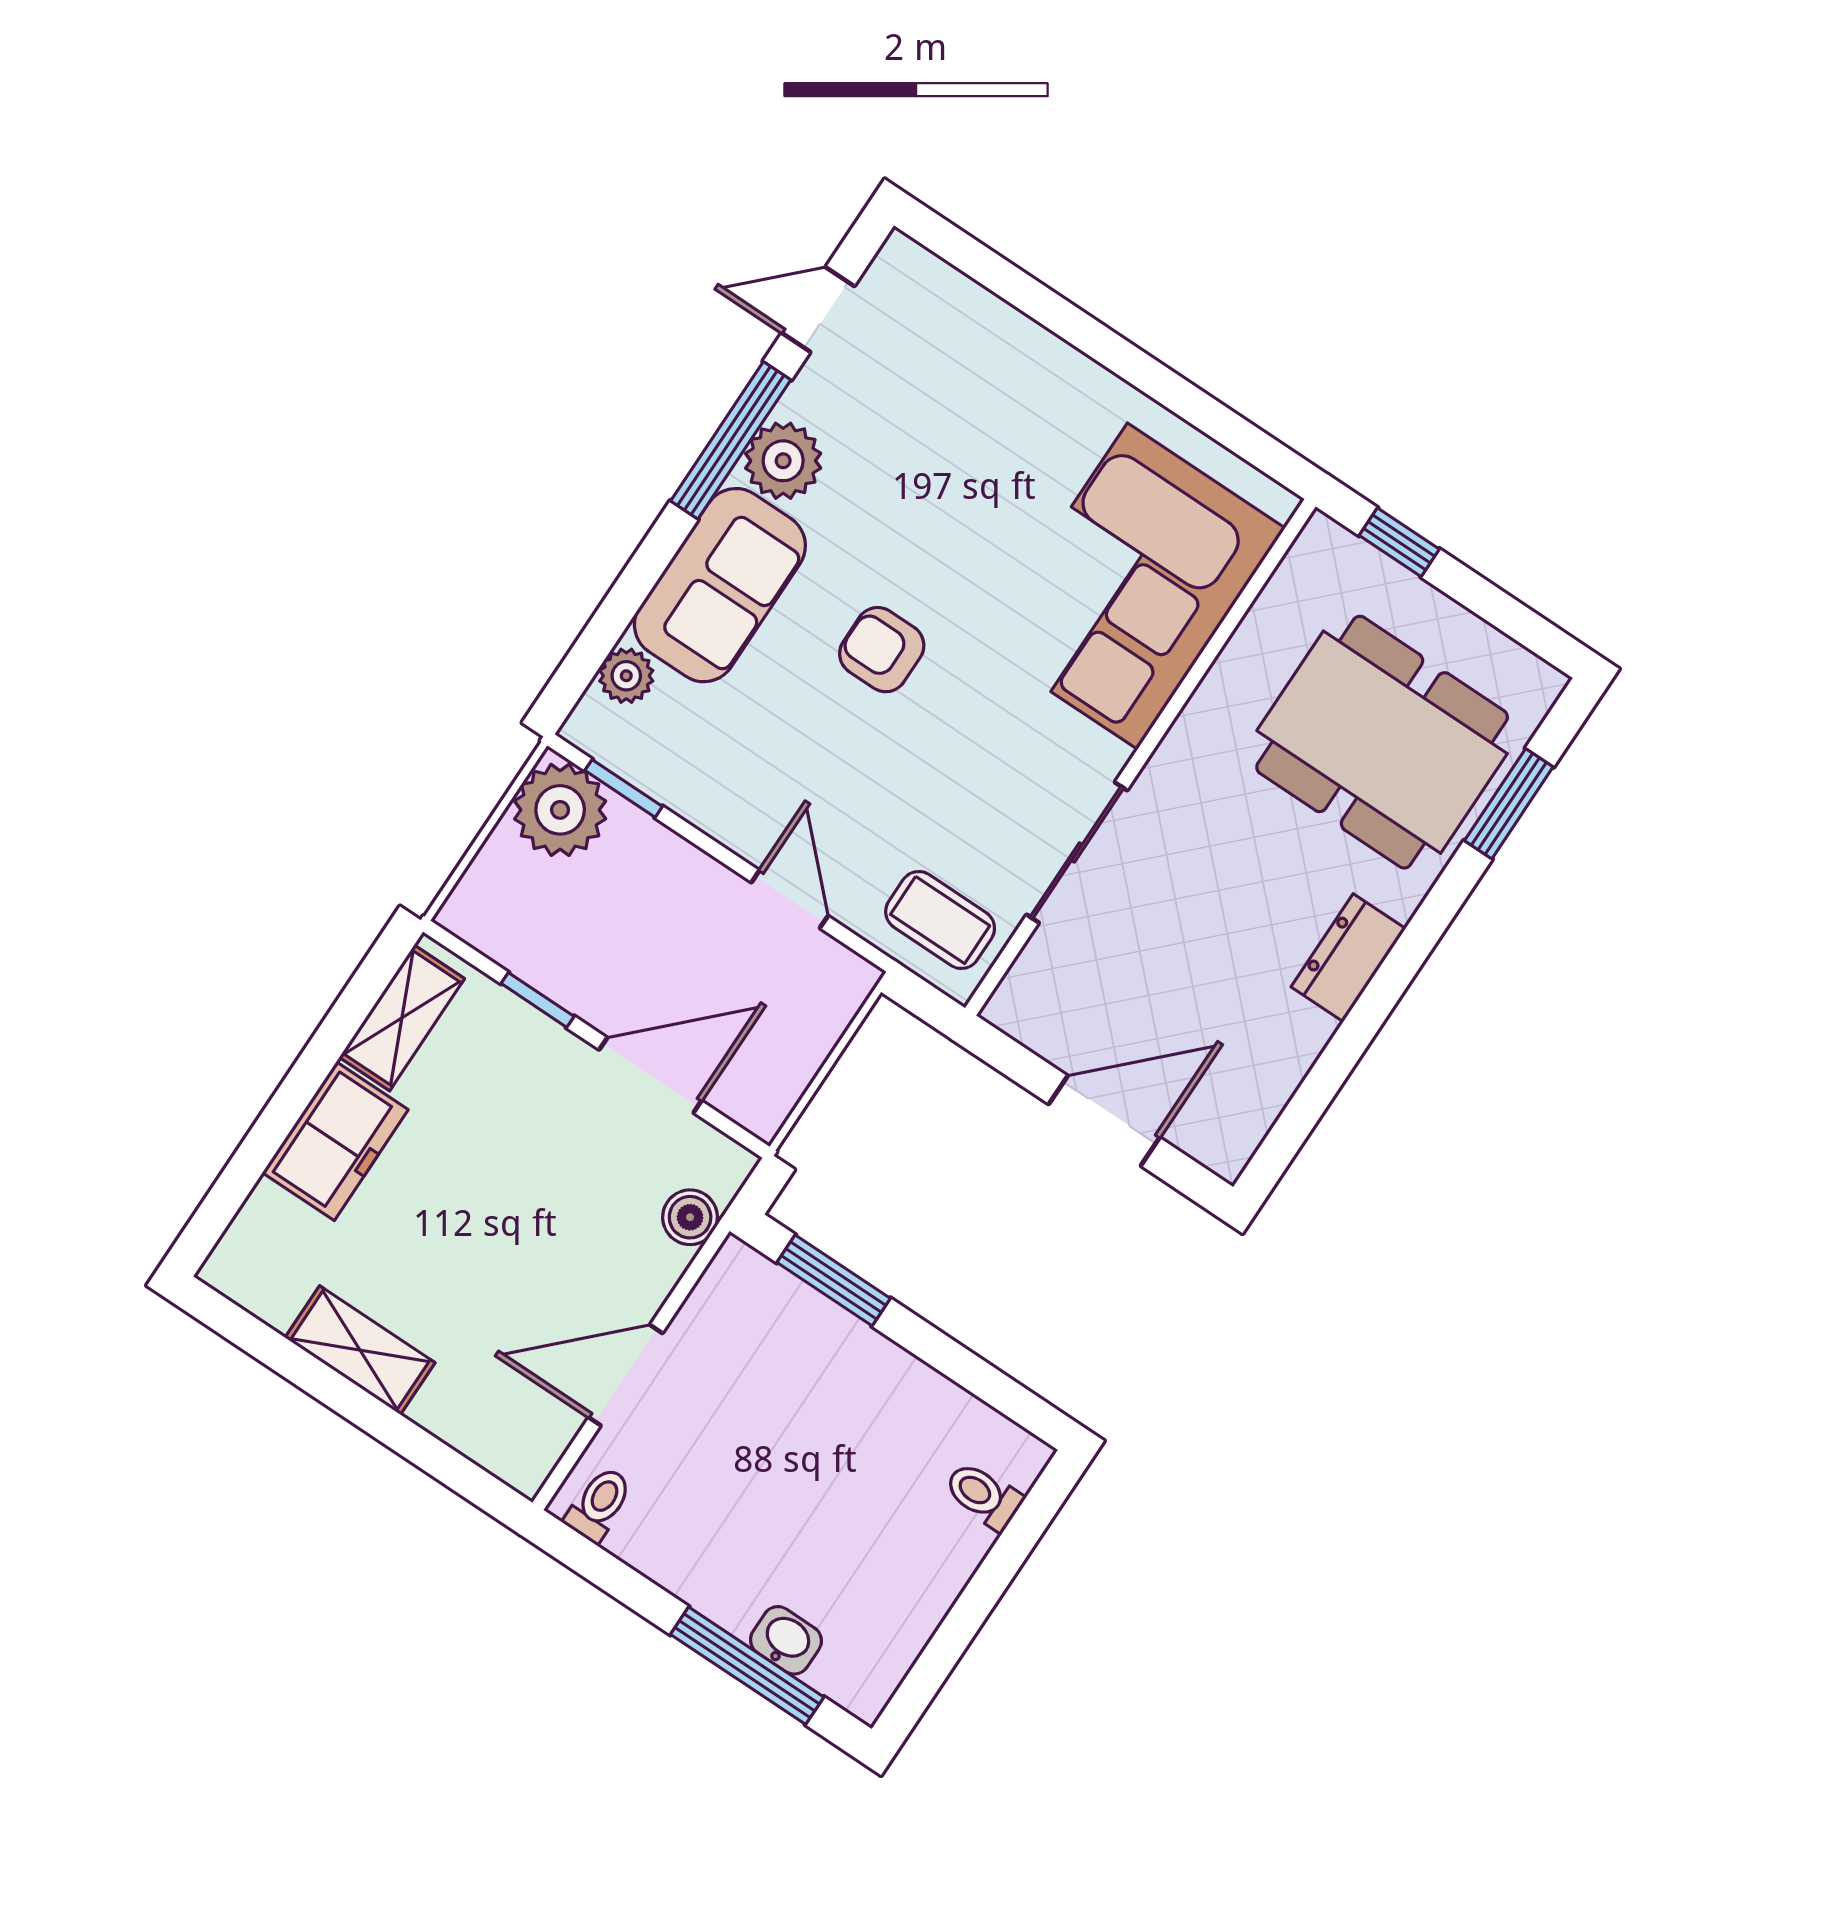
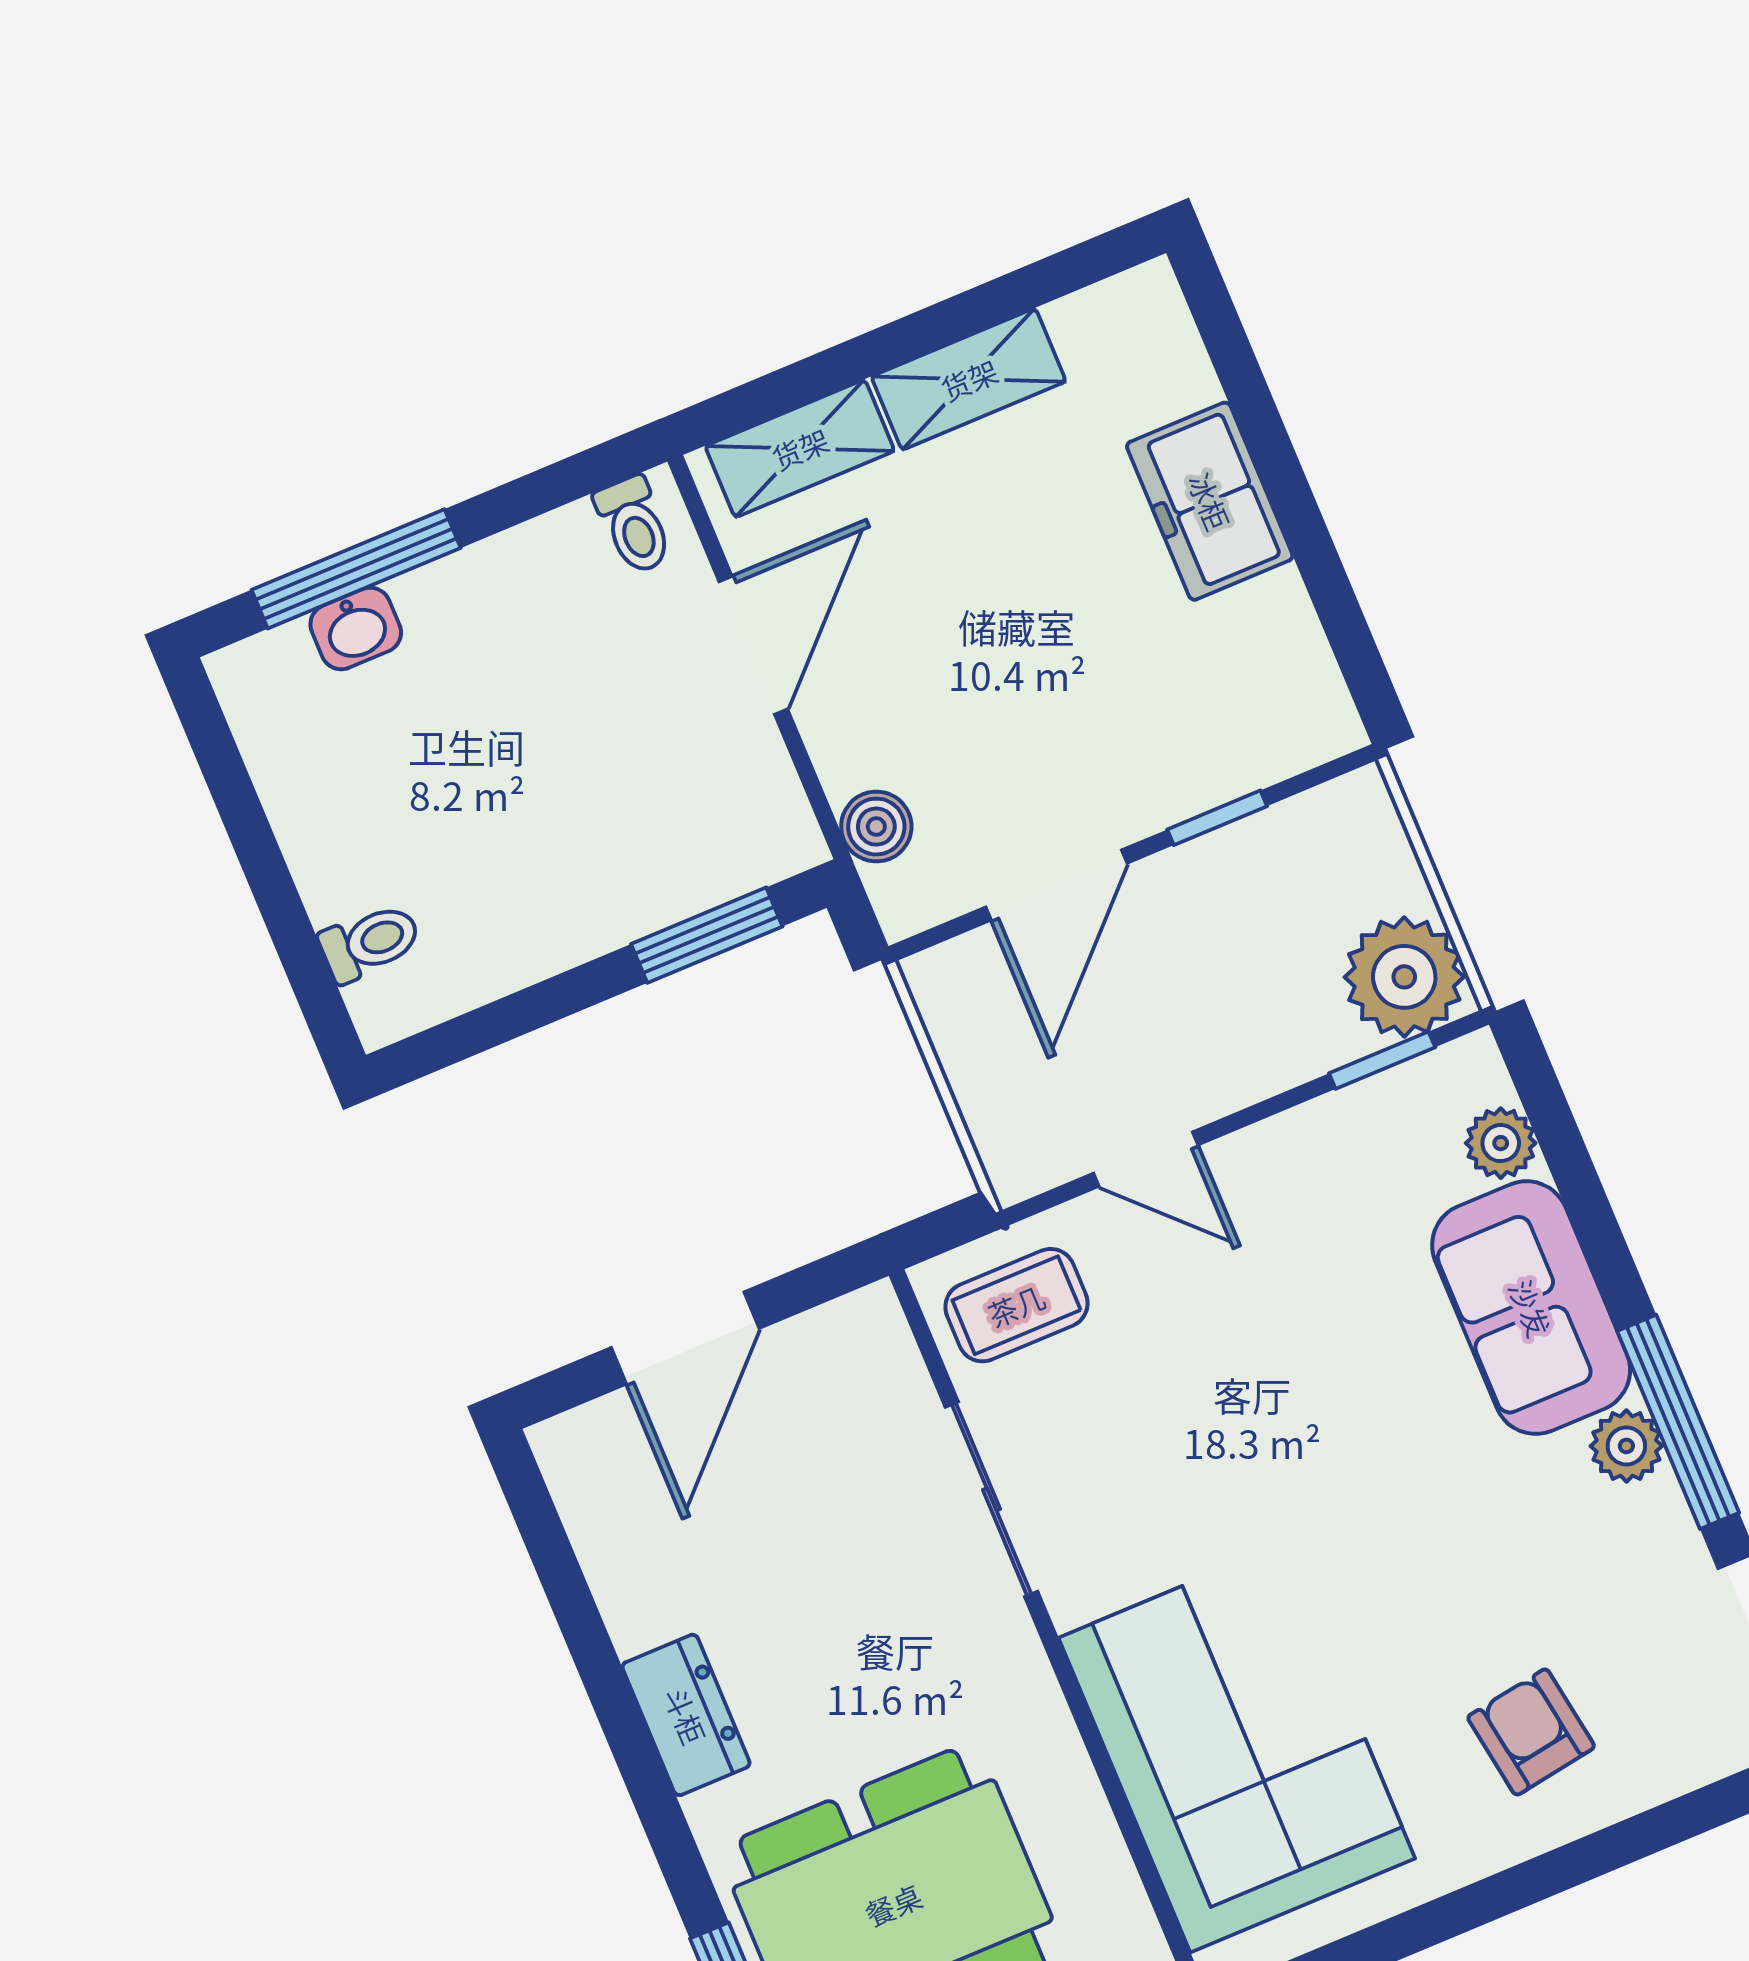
plant: (783, 461) -> (1626, 1446), width x0.73, depth x0.73
armchair: (882, 650) -> (1531, 1732), moved, turned -99
shelving: (402, 1018) -> (800, 448), moved, turned 90

